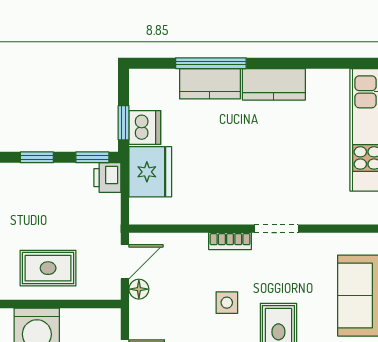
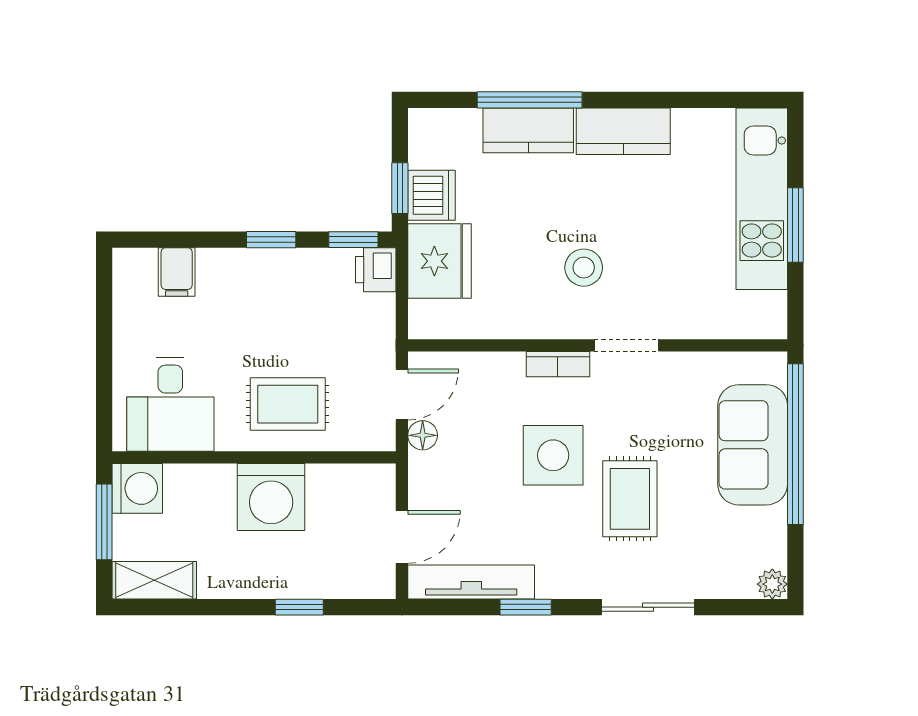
stool: (247, 176) -> (584, 268), added
side table: (227, 303) -> (553, 455), width x1.87, depth x1.87

